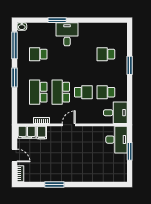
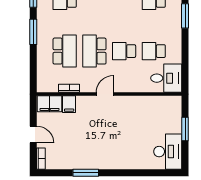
school desk: (38, 92) -> (65, 51), turned 180
school desk: (83, 92) -> (124, 51), turned 180
desk: (116, 140) -> (168, 152), moved

